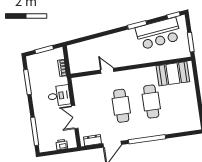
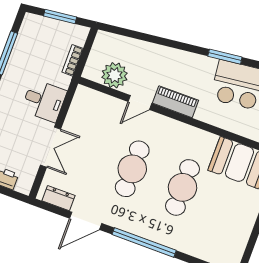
piano: (125, 61) -> (176, 102), added
plant: (87, 64) -> (115, 75), added
door: (107, 71) -> (140, 102), swing flipped
double door: (75, 117) -> (51, 147), swing flipped

